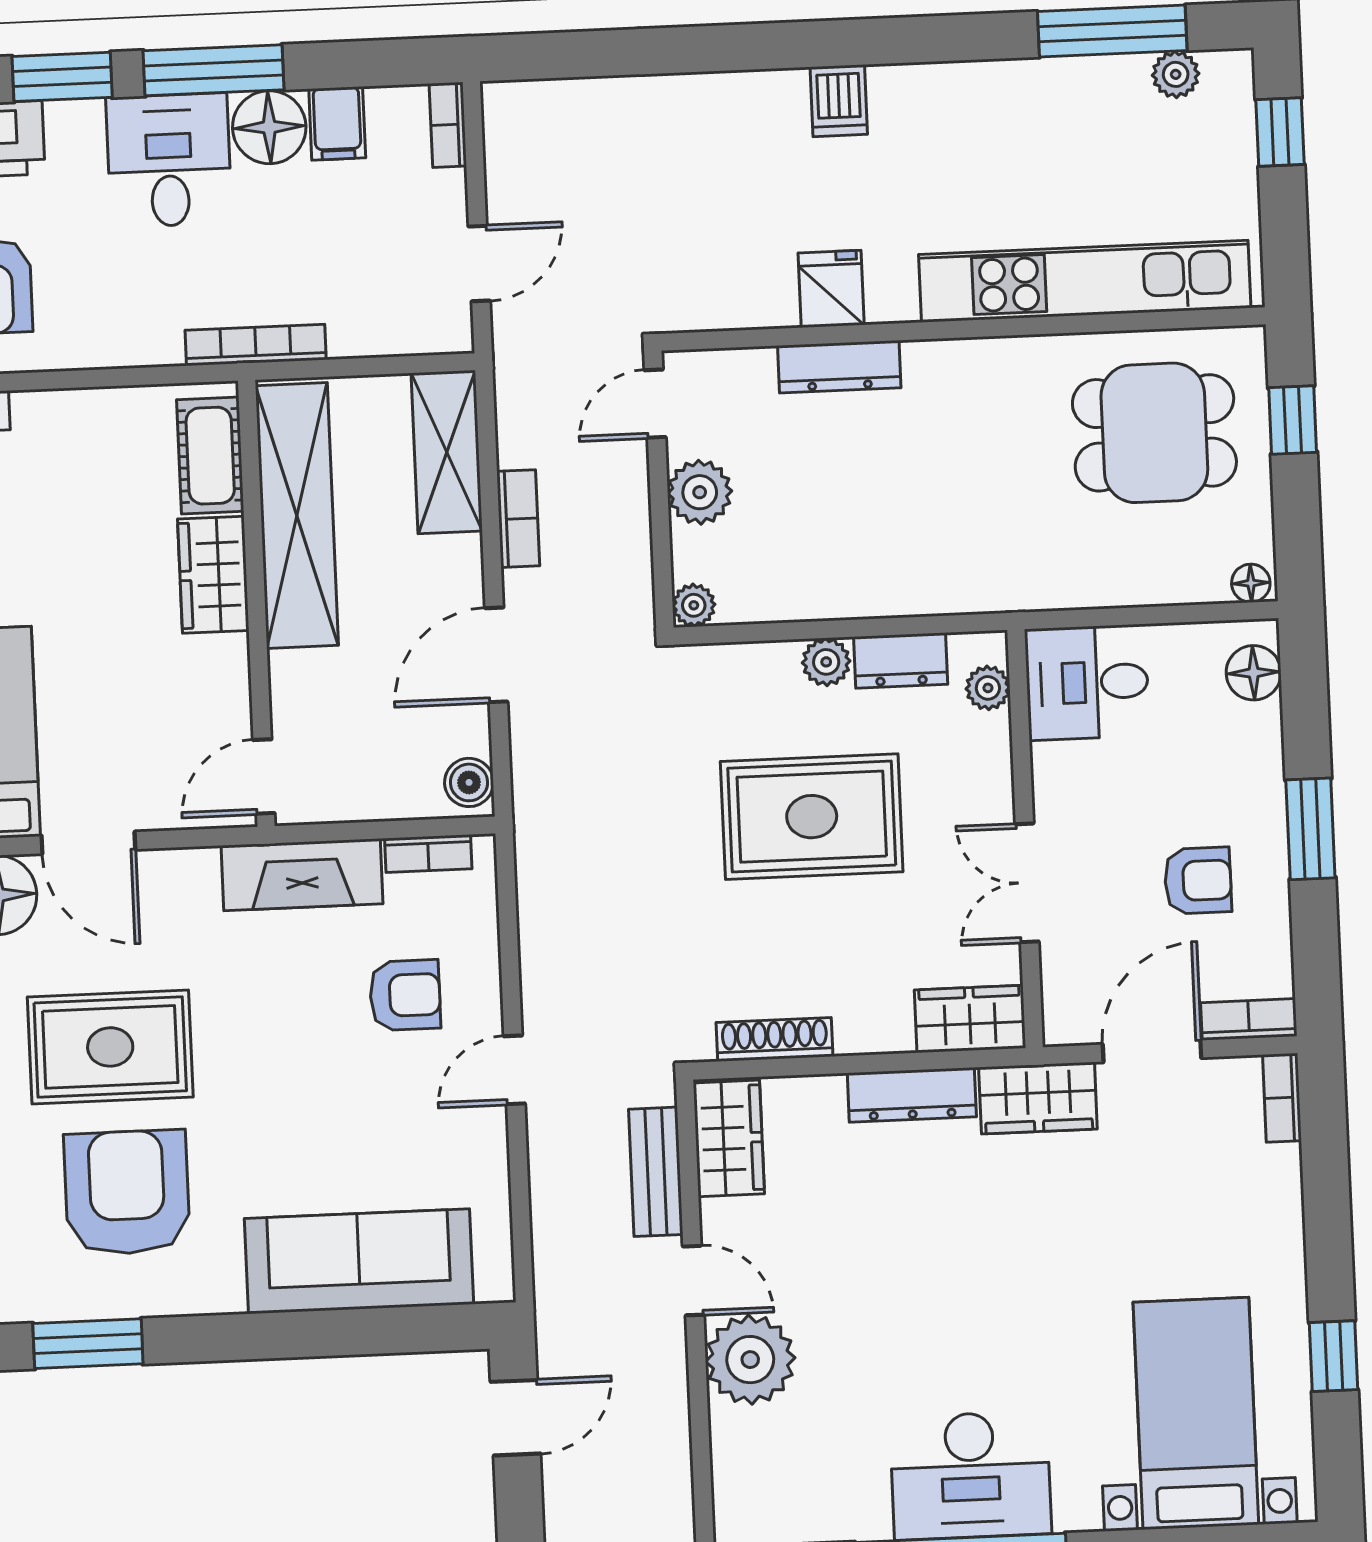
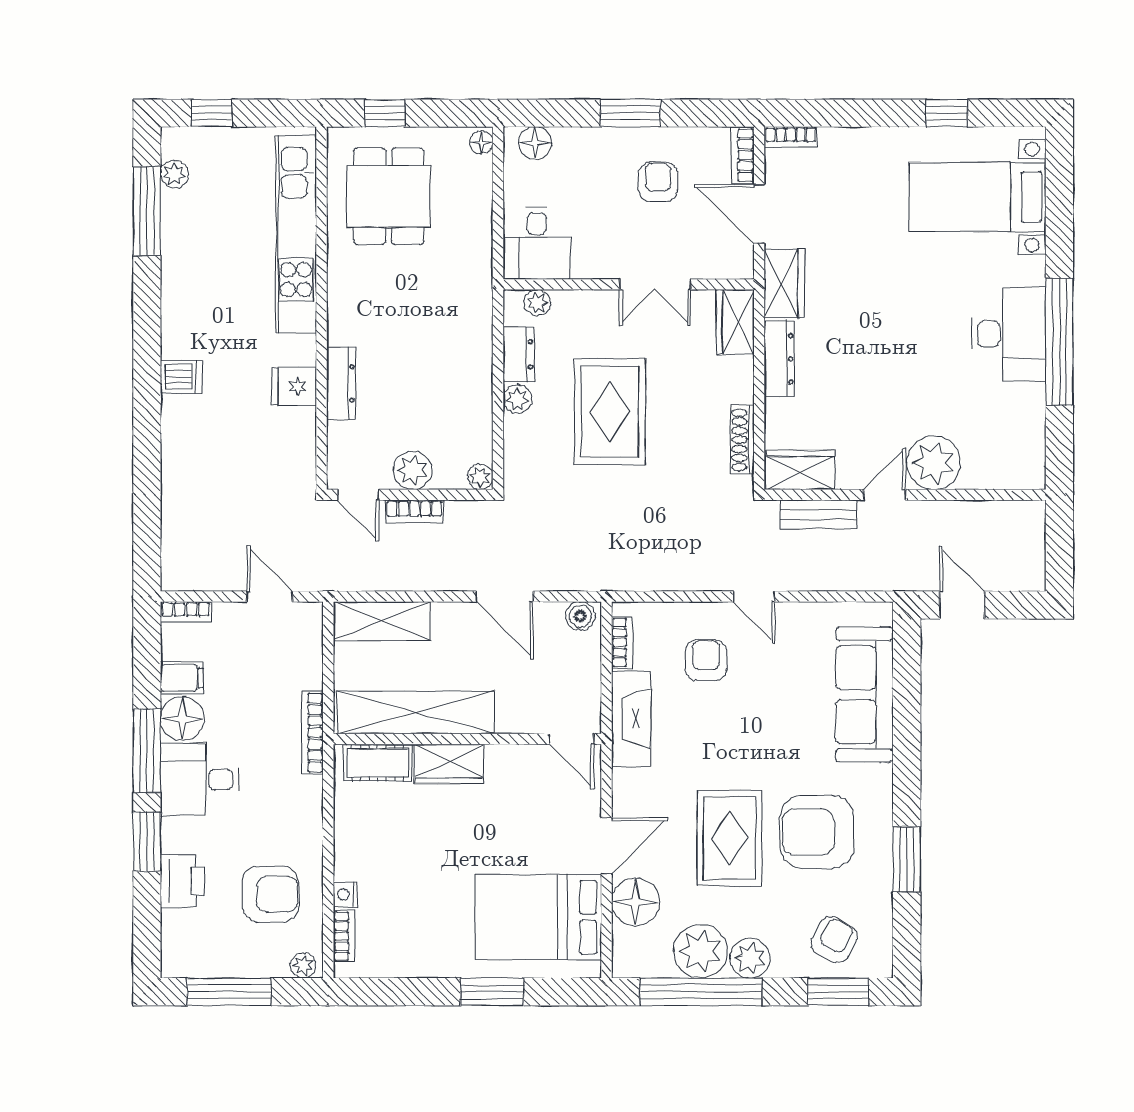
bookcase: (518, 519) -> (414, 511), moved, turned 180

